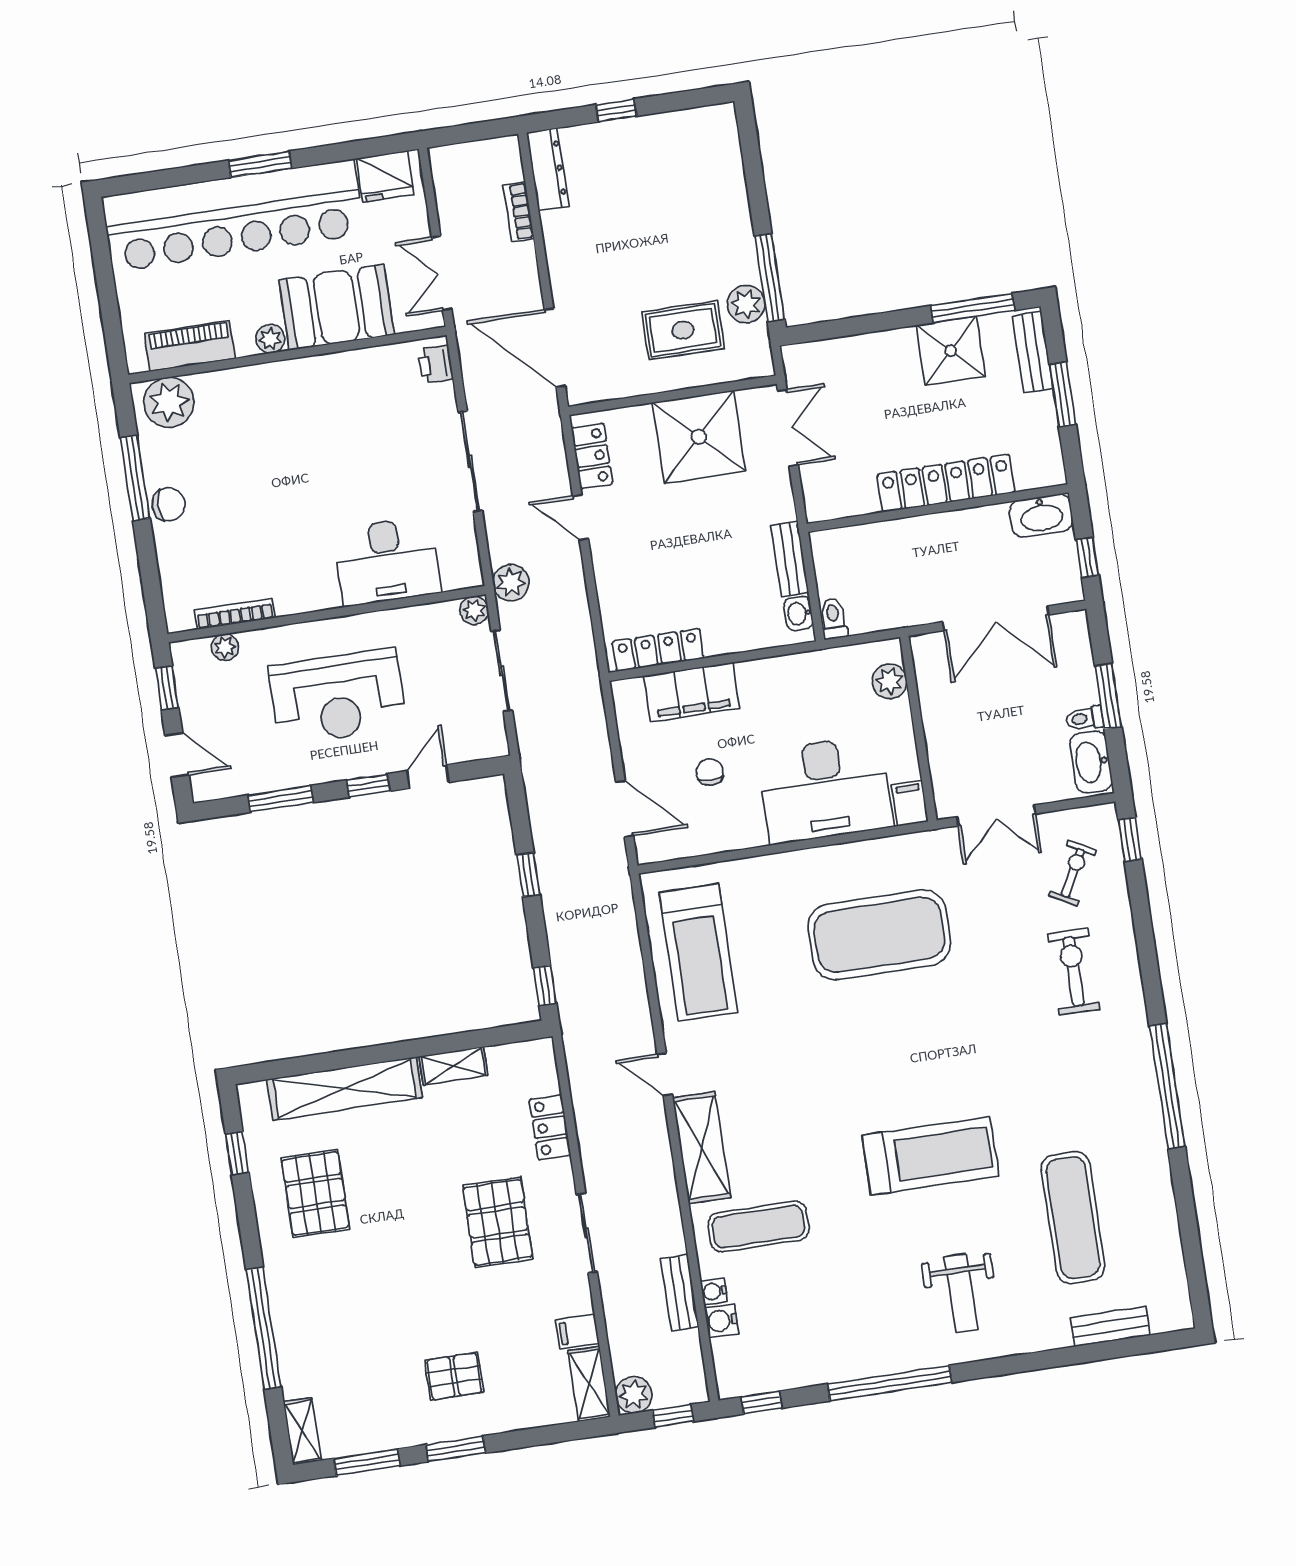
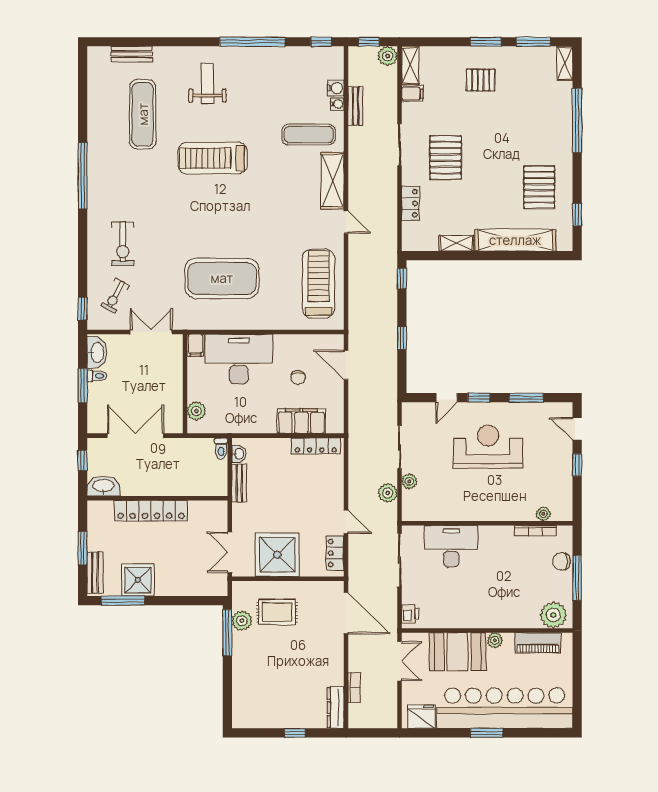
desk: (387, 561) -> (451, 546), moved
bookcase: (235, 614) -> (535, 531), moved
wall: (327, 614) -> (487, 523), moved
plant: (225, 647) -> (543, 514), moved

